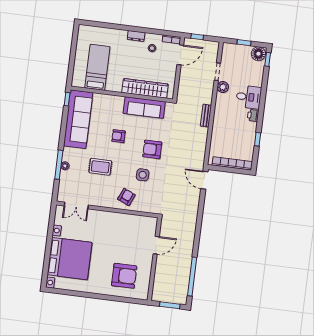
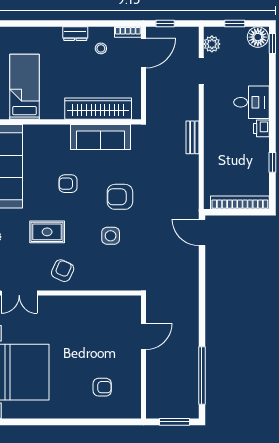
plant: (223, 87) -> (212, 44), moved
armchair: (126, 197) -> (63, 271), moved
armchair: (124, 276) -> (102, 387), width x0.53, depth x0.53

